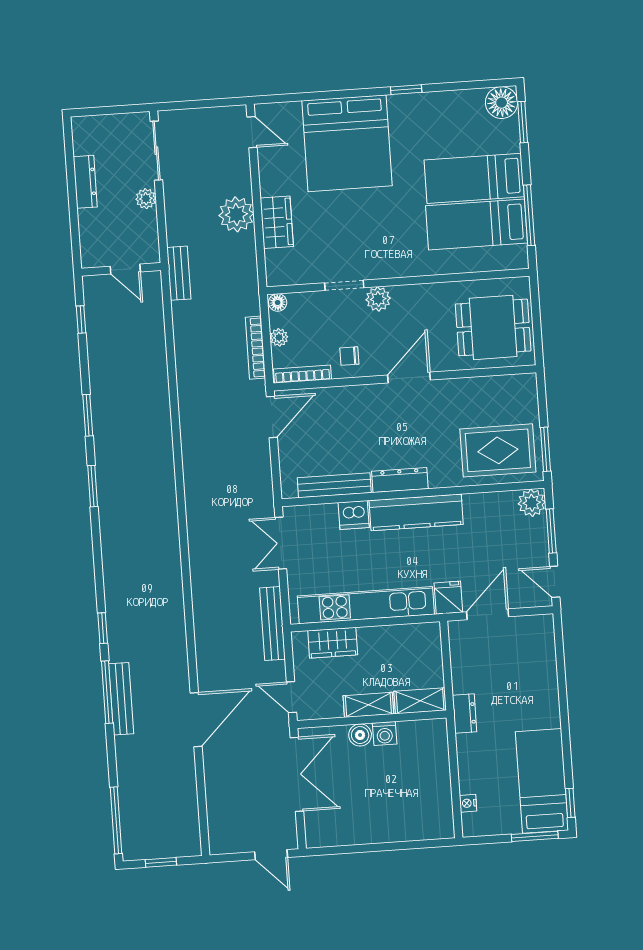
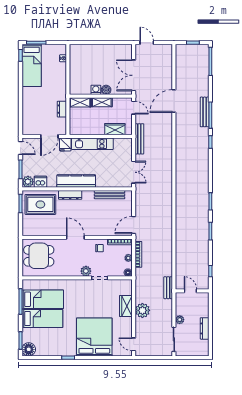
door: (409, 378) -> (75, 237), swing flipped
dresser: (400, 480) -> (70, 195), moved
dishwasher: (354, 515) -> (40, 182), moved
kitchen unit: (366, 605) -> (92, 144), width x0.73
dresser: (465, 713) -> (62, 109), moved

